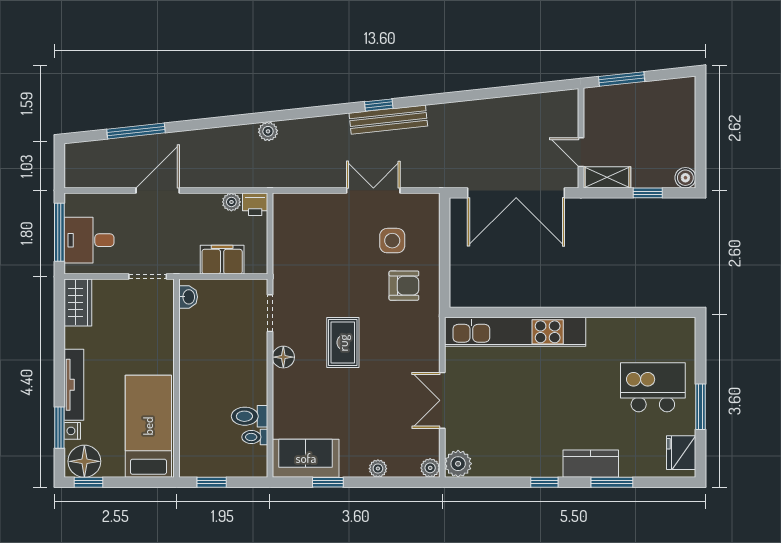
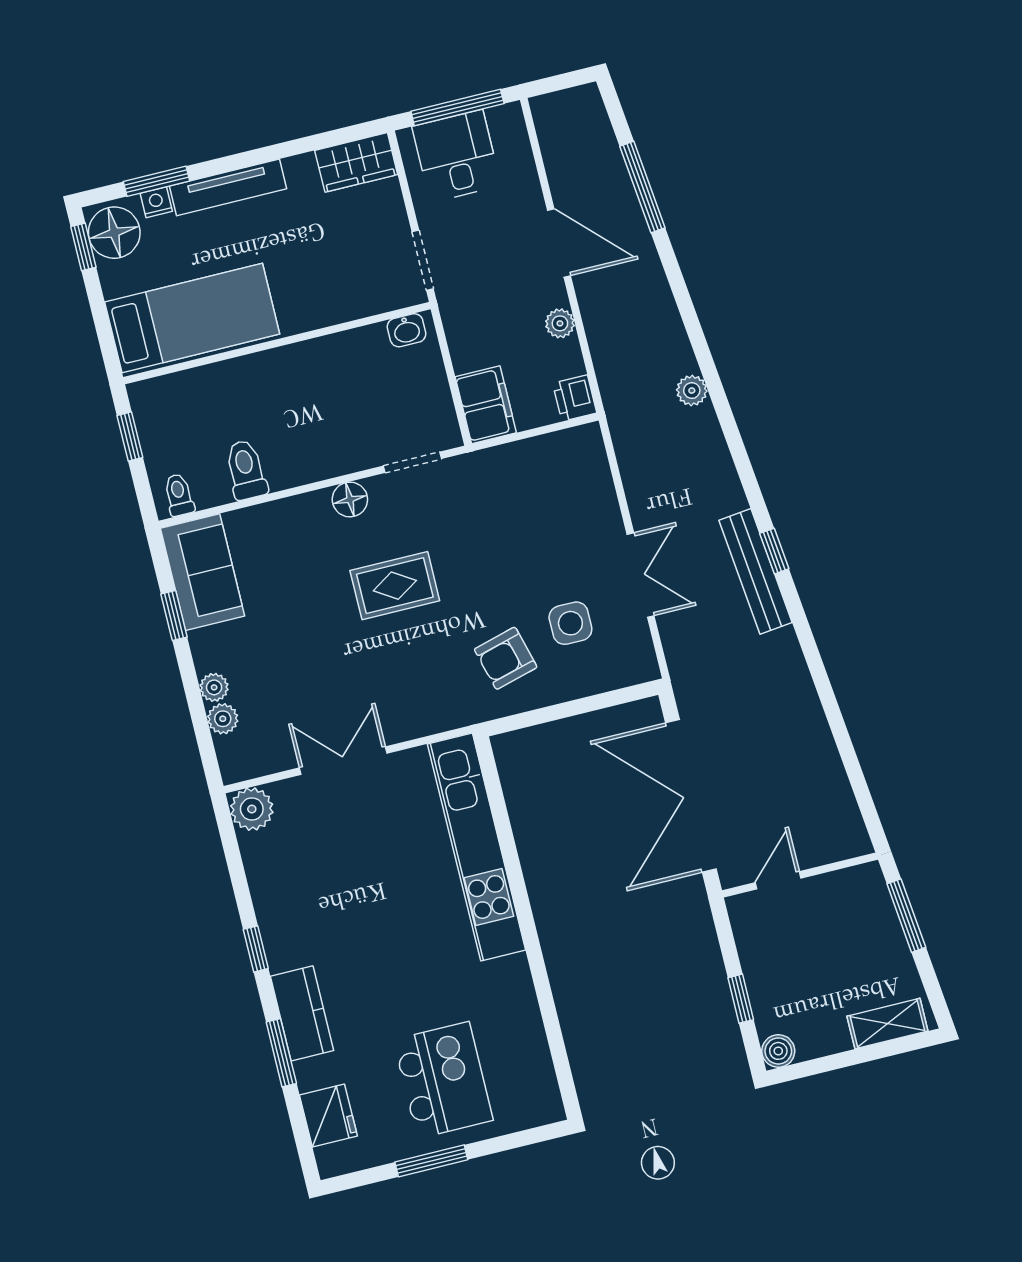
shelving: (607, 177) -> (887, 1024), moved, turned 90
plant: (231, 202) -> (560, 323), moved
filing cabinet: (222, 260) -> (486, 405), moved
armchair: (404, 286) -> (506, 658), turned 75
toilet: (255, 437) -> (179, 495), moved
fridge: (681, 453) -> (328, 1115), moved, turned 90
plant: (430, 468) -> (223, 719), moved

